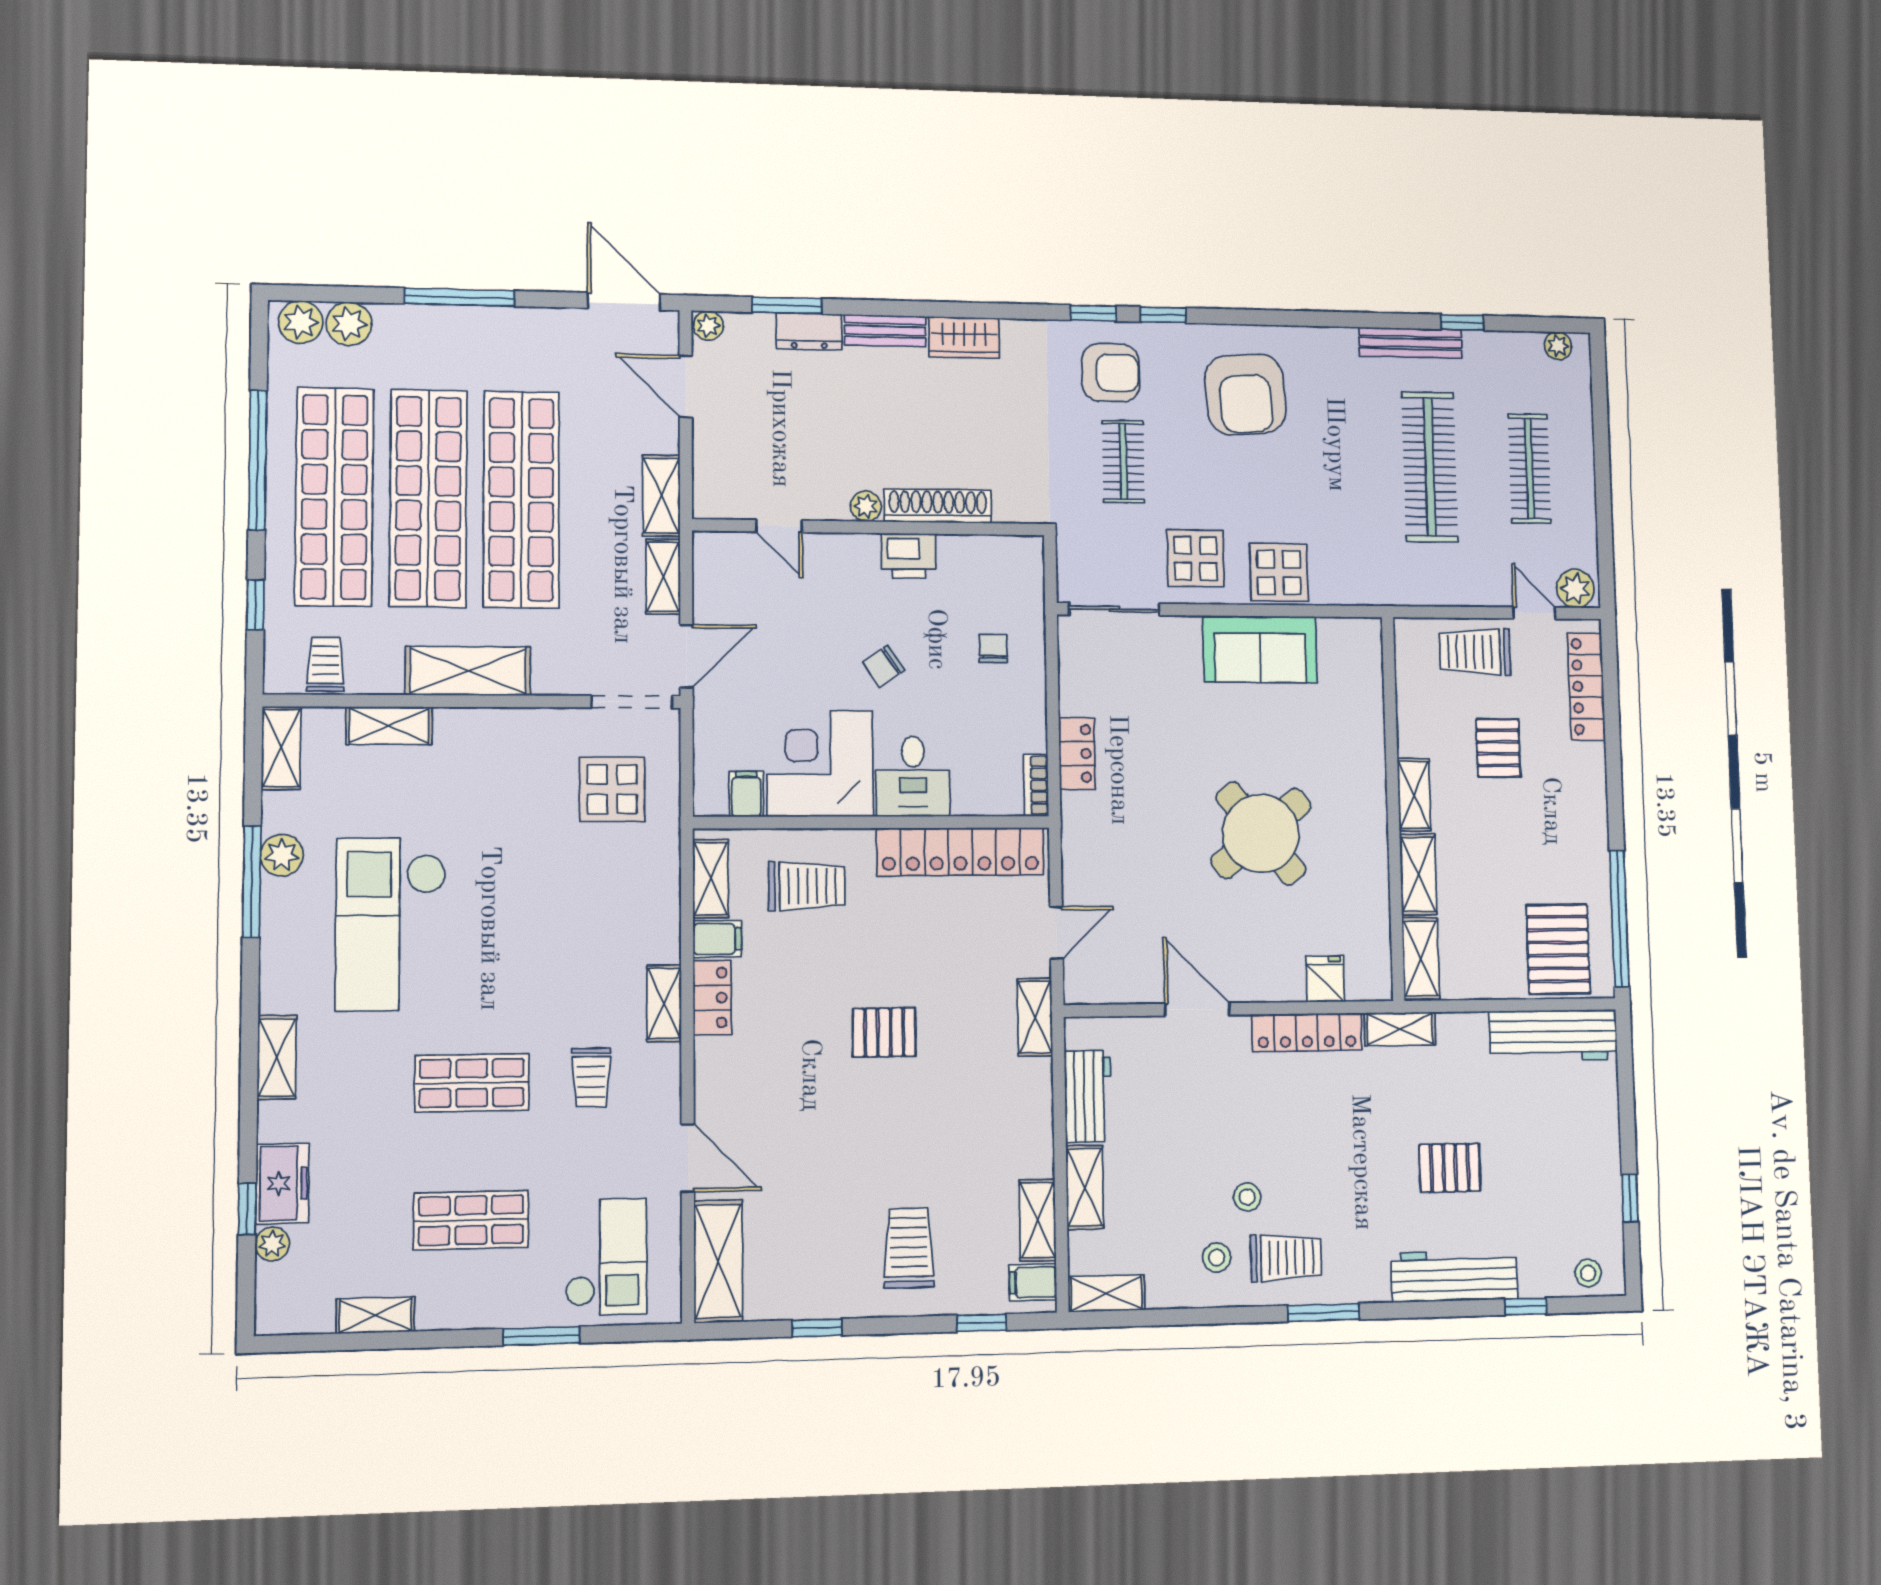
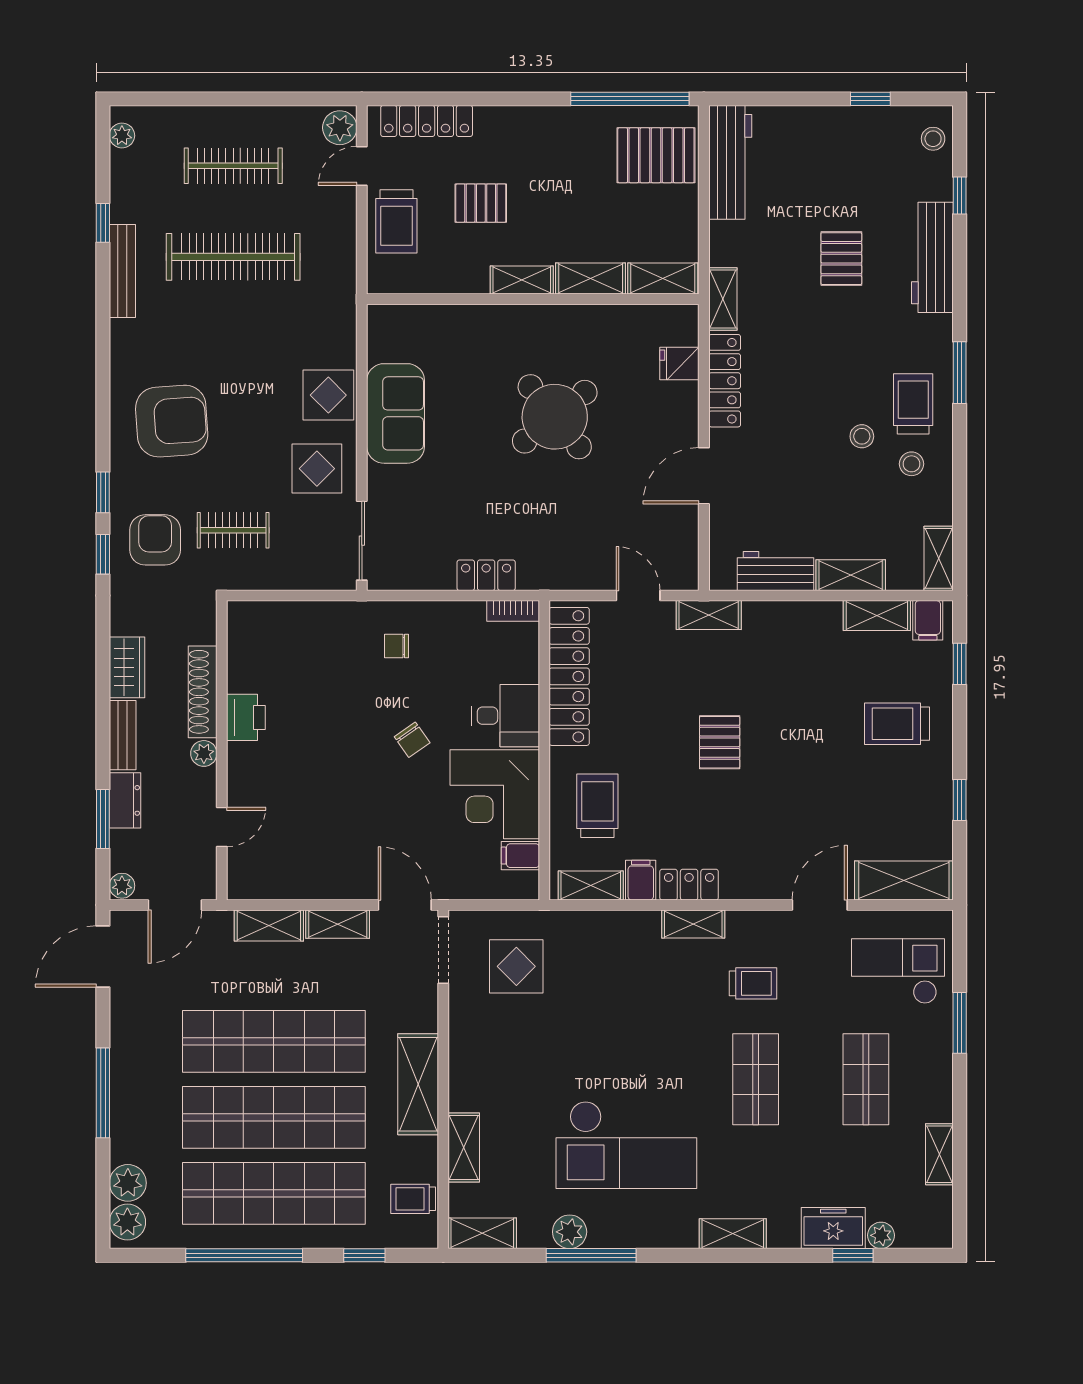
plant: (866, 506) -> (204, 753), moved
shoe rack: (938, 506) -> (203, 692), moved
door: (779, 526) -> (222, 827), moved
wall: (870, 527) -> (222, 750), moved
printer: (909, 556) -> (246, 717), moved

